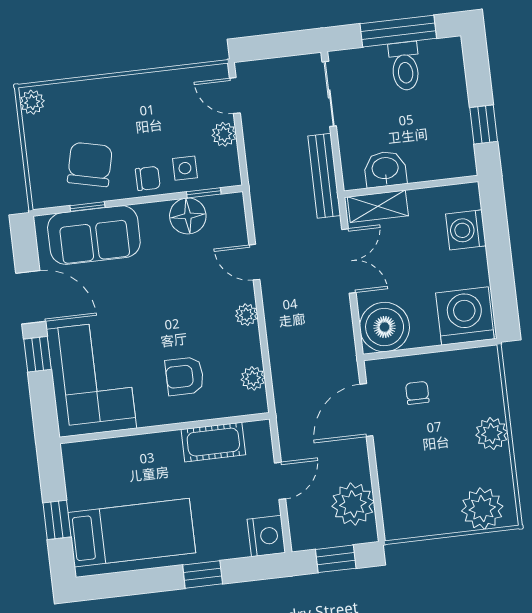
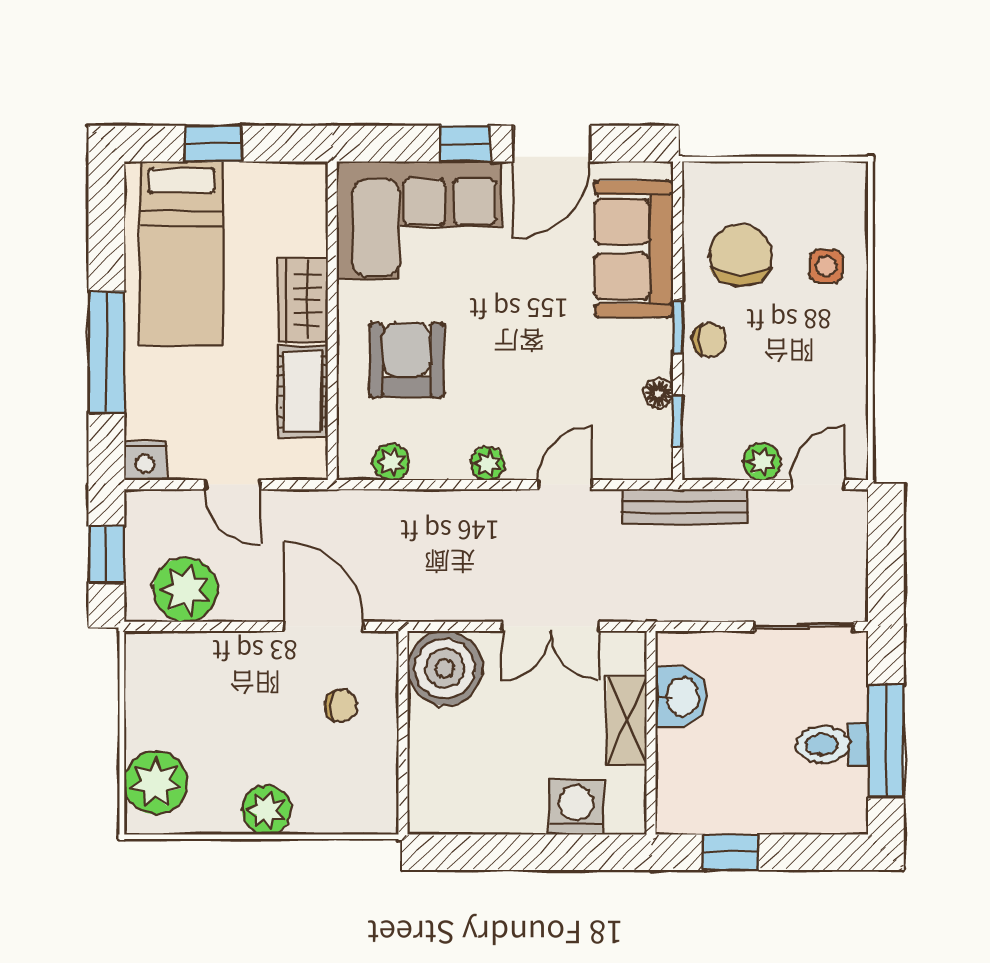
plant: (32, 102) -> (844, 180), removed
chair: (90, 164) -> (740, 255), turned -103
side table: (185, 168) -> (826, 266), moved
bench: (324, 176) -> (685, 507), moved
chair: (148, 178) -> (709, 340), turned -90
shelving: (378, 206) -> (627, 721), moved
window: (87, 207) -> (678, 327), moved
floor lamp: (188, 216) -> (659, 393), width x0.53, depth x0.53
washing machine: (465, 316) -> (447, 791), removed
armchair: (185, 376) -> (407, 360), width x1.38, depth x1.38
wardrobe: (153, 449) -> (303, 300), added
nightstand: (266, 536) -> (145, 461), width x0.74, depth x0.75
window: (203, 574) -> (106, 352), width x2.17

